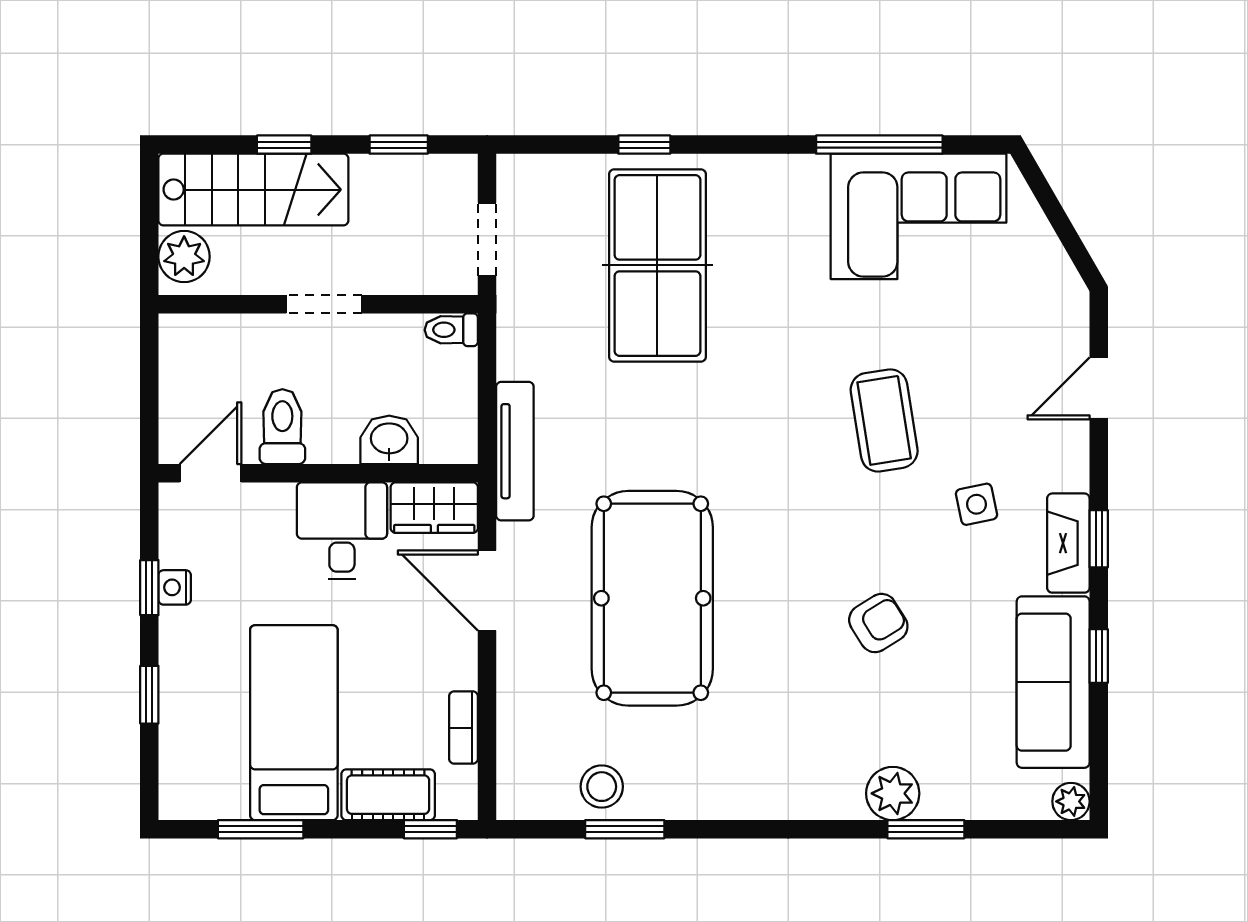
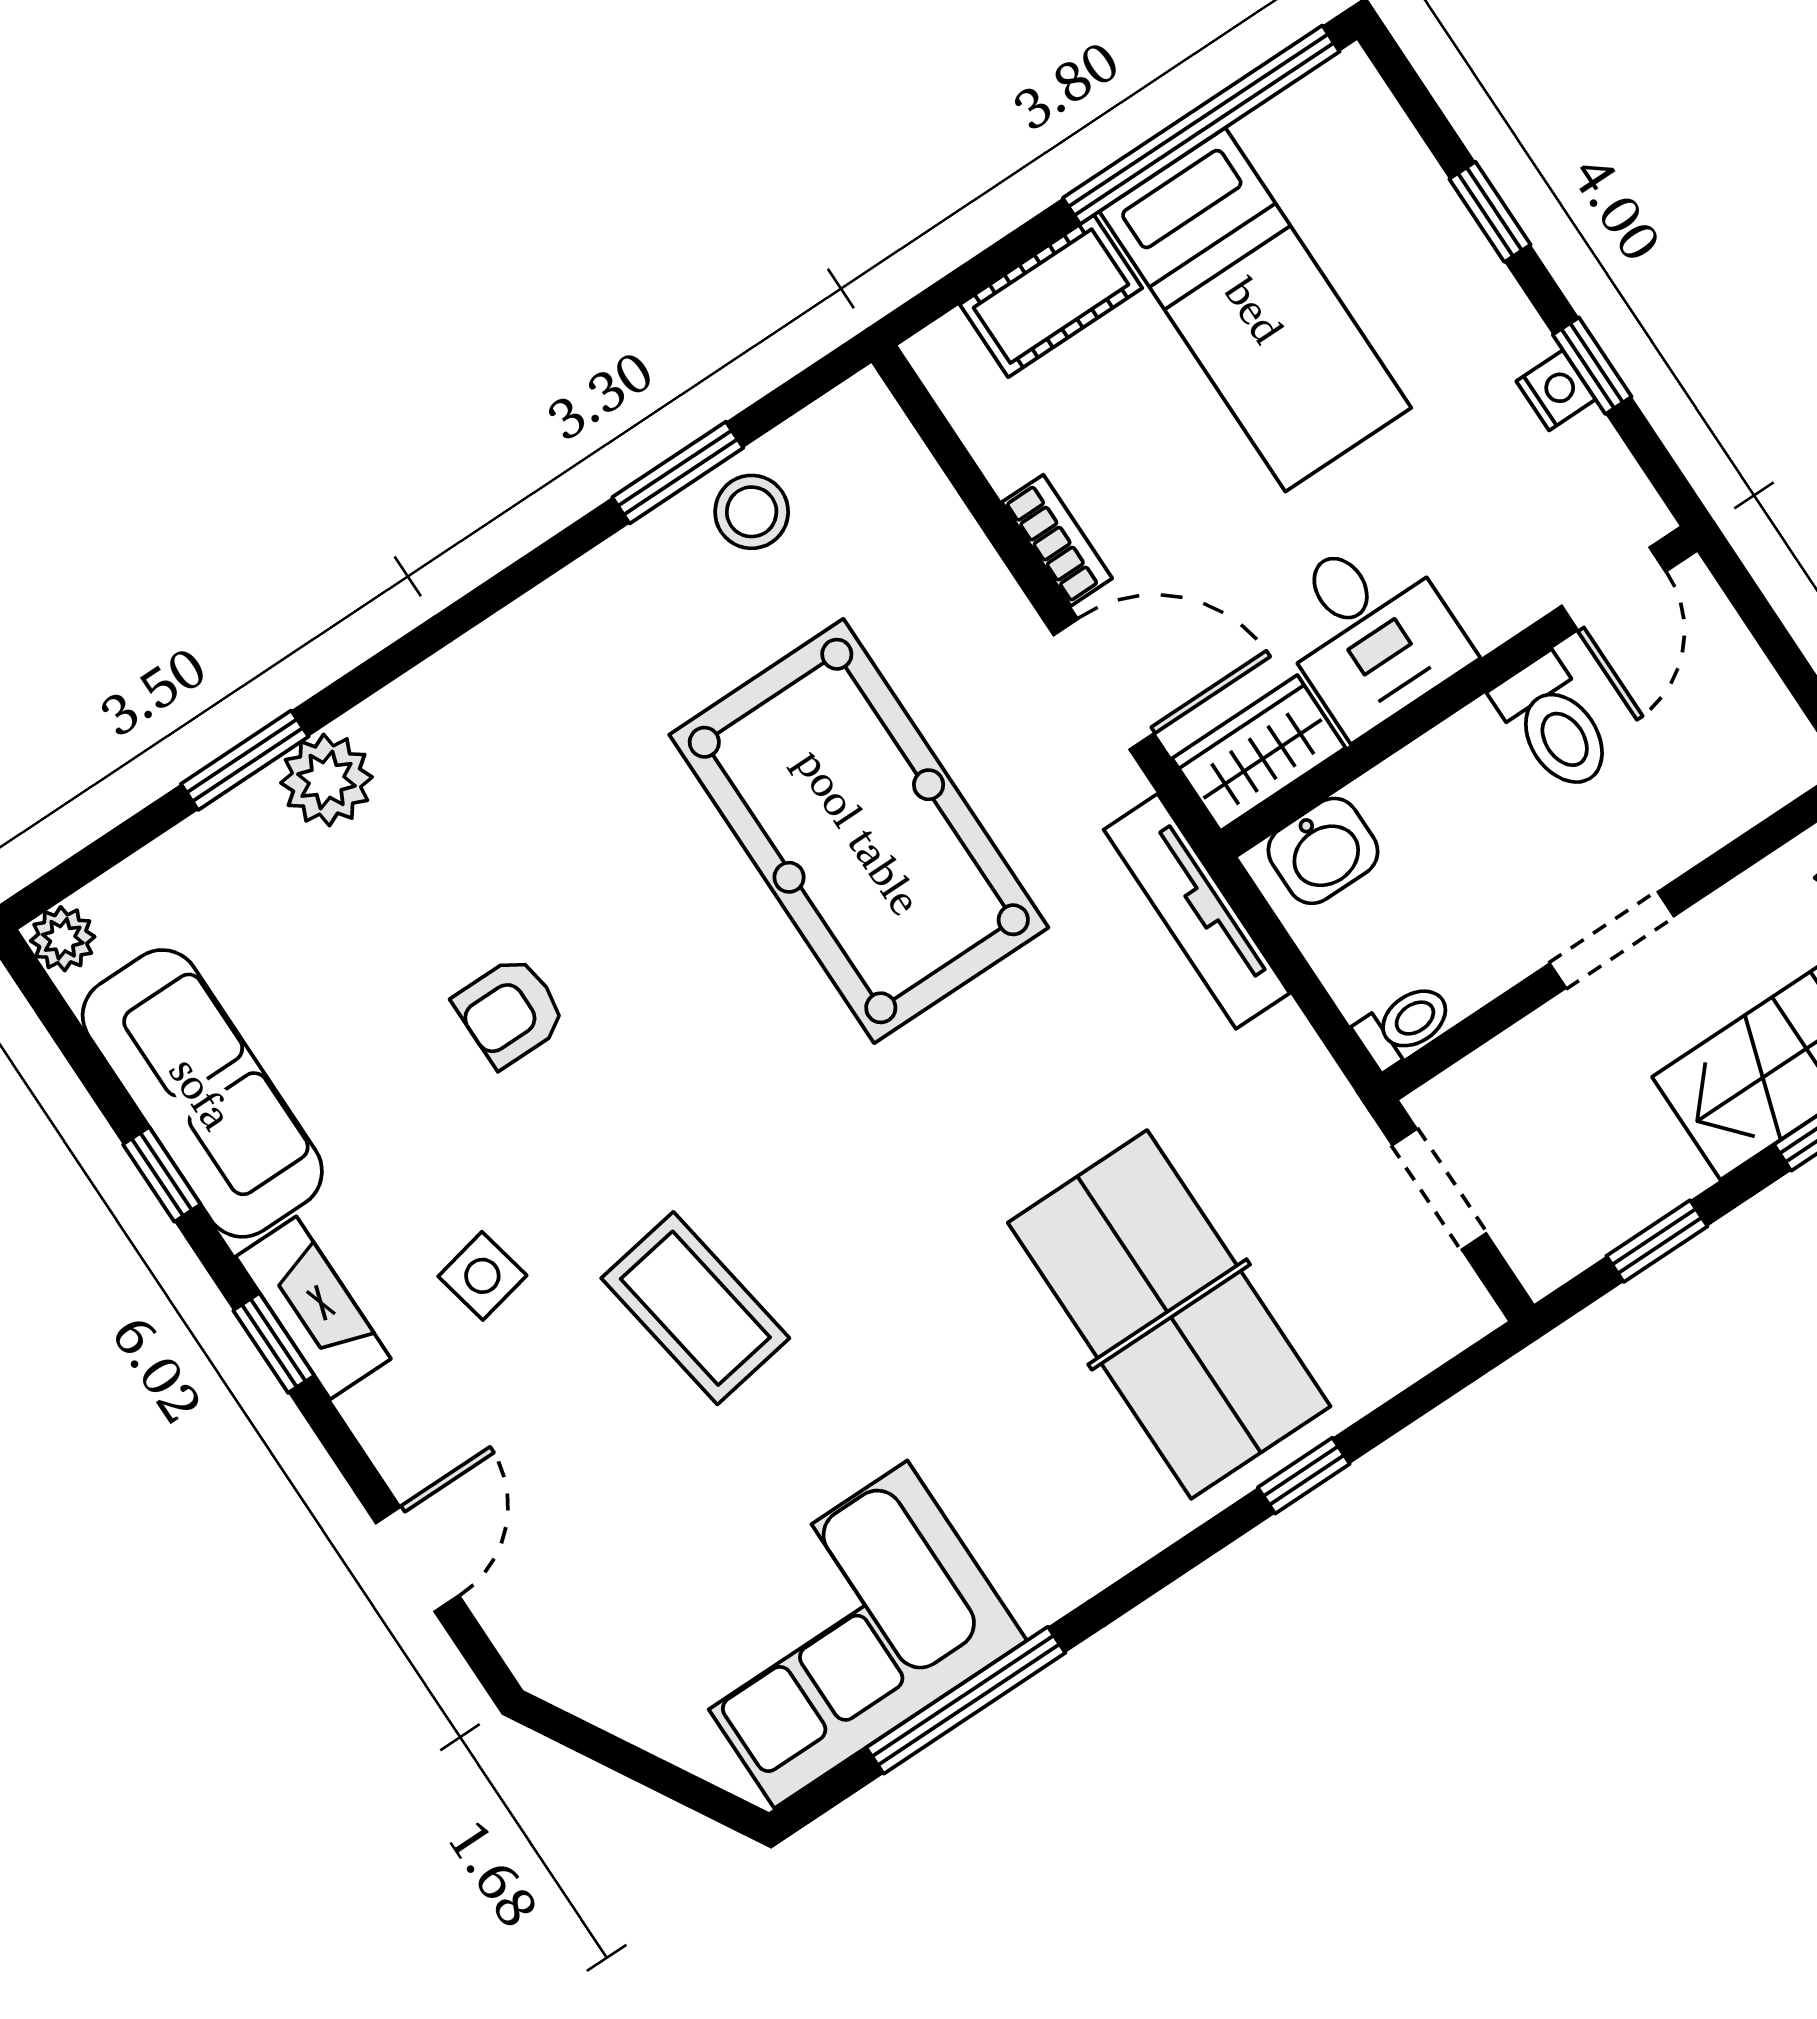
washbasin: (389, 440) -> (1323, 851), moved
armchair: (878, 623) -> (510, 1011), turned 32
bookcase: (463, 728) -> (1057, 540), moved
window: (261, 829) -> (1201, 125), width x2.11
window: (430, 829) -> (957, 287), removed

